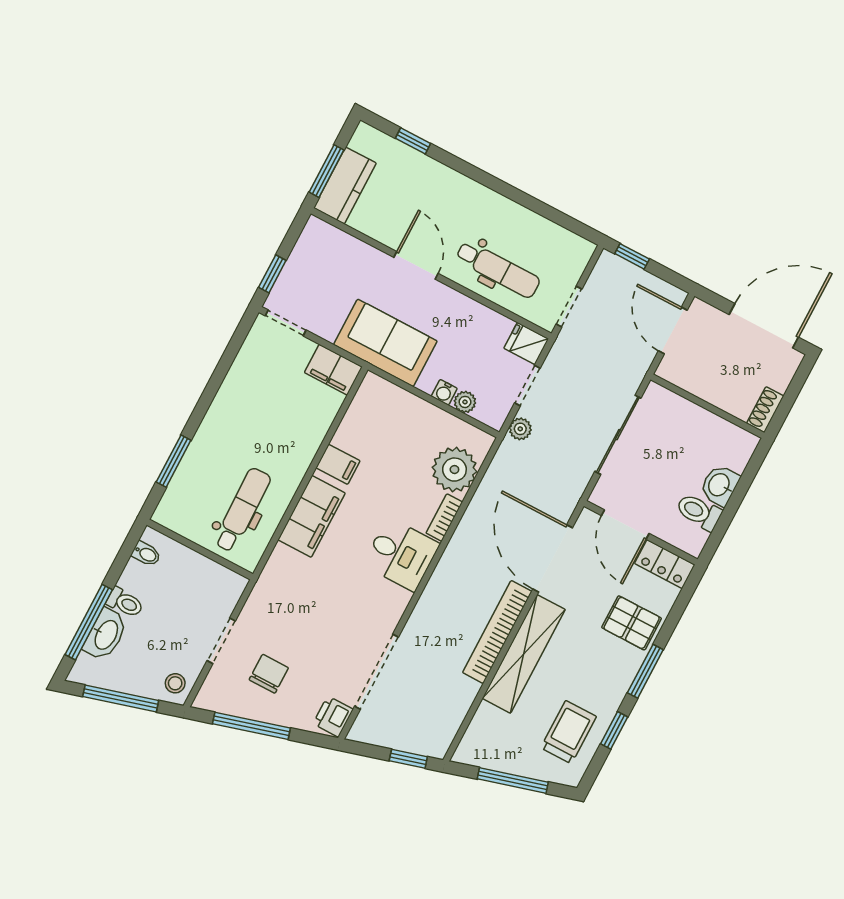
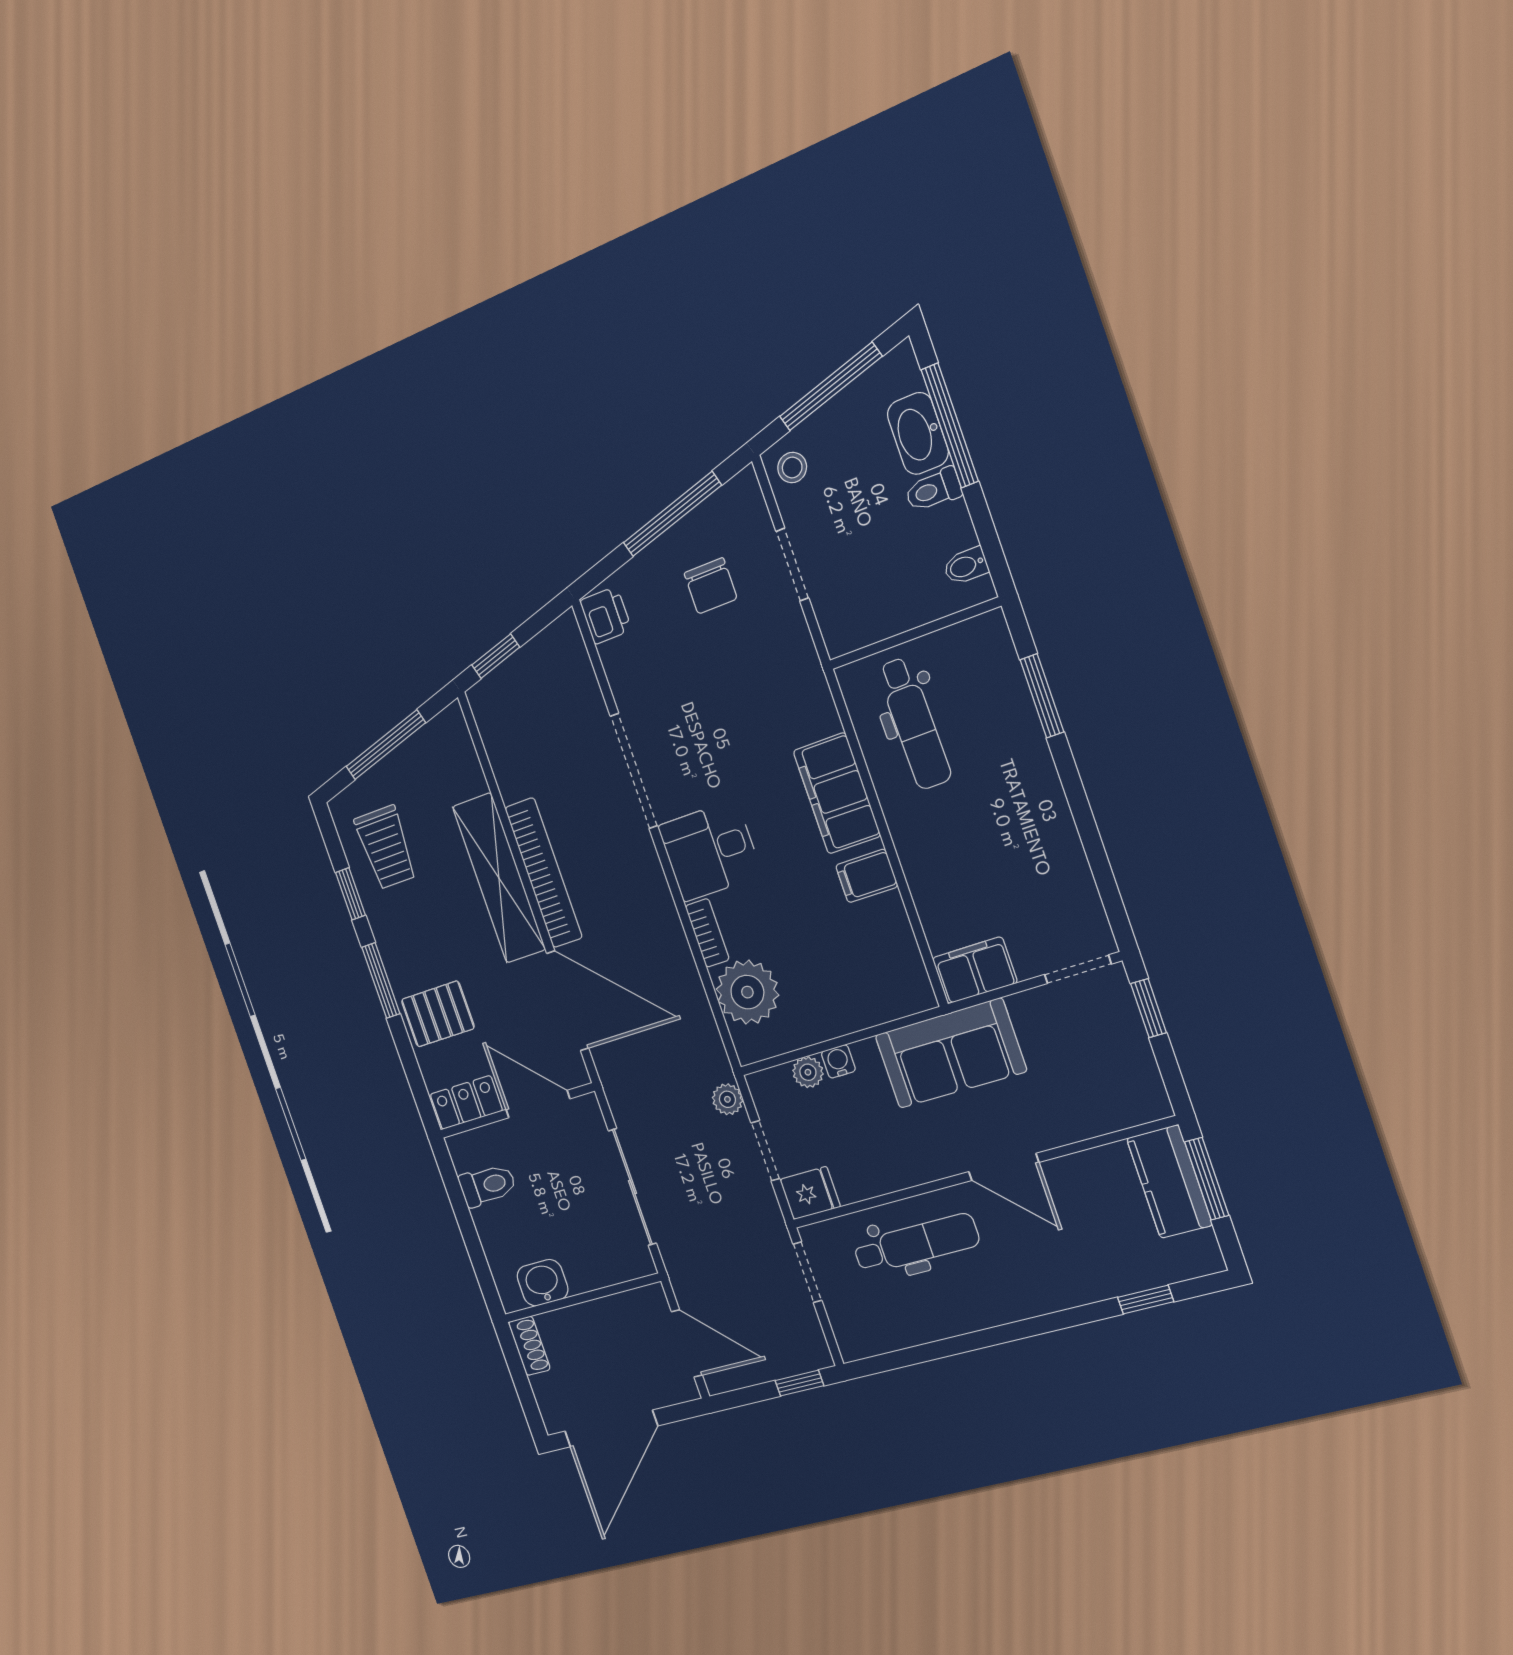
dental chair: (498, 269) -> (916, 1244), turned 180
washbasin: (720, 485) -> (543, 1283), moved, turned -90
doorway: (376, 672) -> (634, 771), moved

